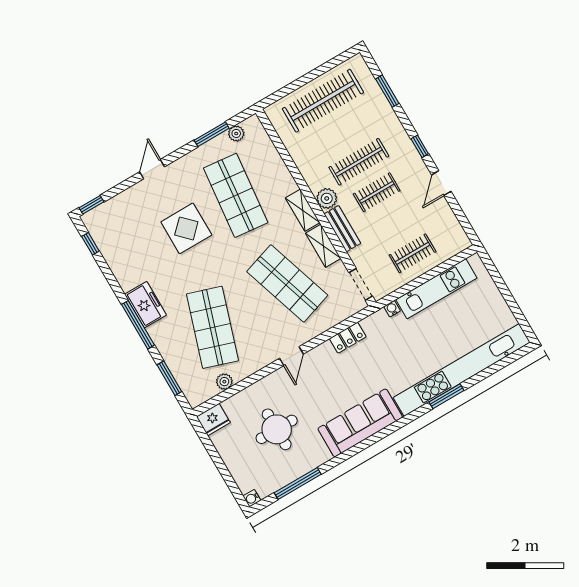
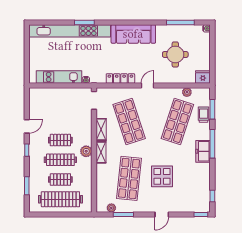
bench: (342, 229) -> (87, 132), removed
clothes rail: (413, 253) -> (60, 180), moved
locker: (348, 338) -> (120, 78), width x1.53
trolley: (178, 362) -> (204, 115), added

